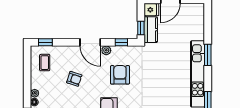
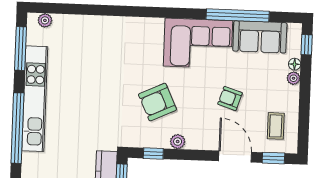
door: (90, 42) -> (235, 157), moved
window: (208, 55) -> (17, 128), width x2.11
armchair: (120, 75) -> (157, 102), turned 65

